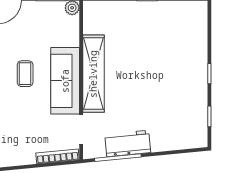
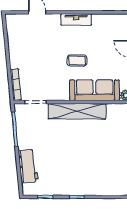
sofa: (65, 81) -> (95, 90), moved
workbench: (128, 144) -> (28, 166), moved

